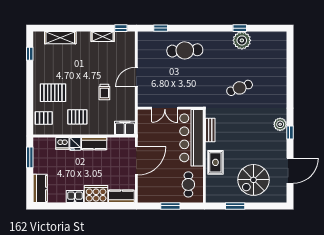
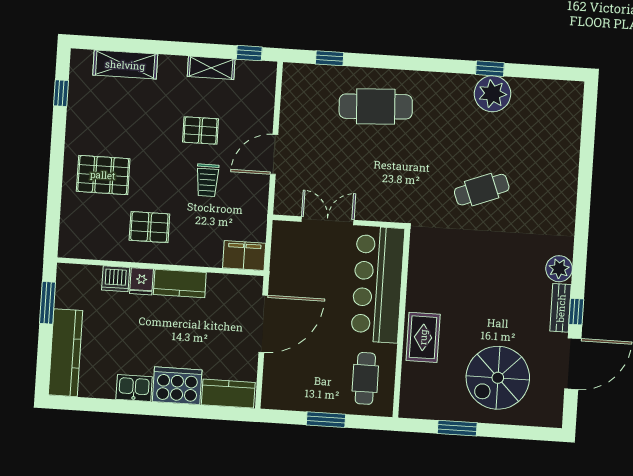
double door: (165, 108) -> (328, 221), swing flipped
pallet: (44, 118) -> (200, 130), moved
bench: (210, 130) -> (561, 308), moved
window: (290, 133) -> (576, 312), moved
kitchen counter: (40, 188) -> (66, 353), width x1.50

